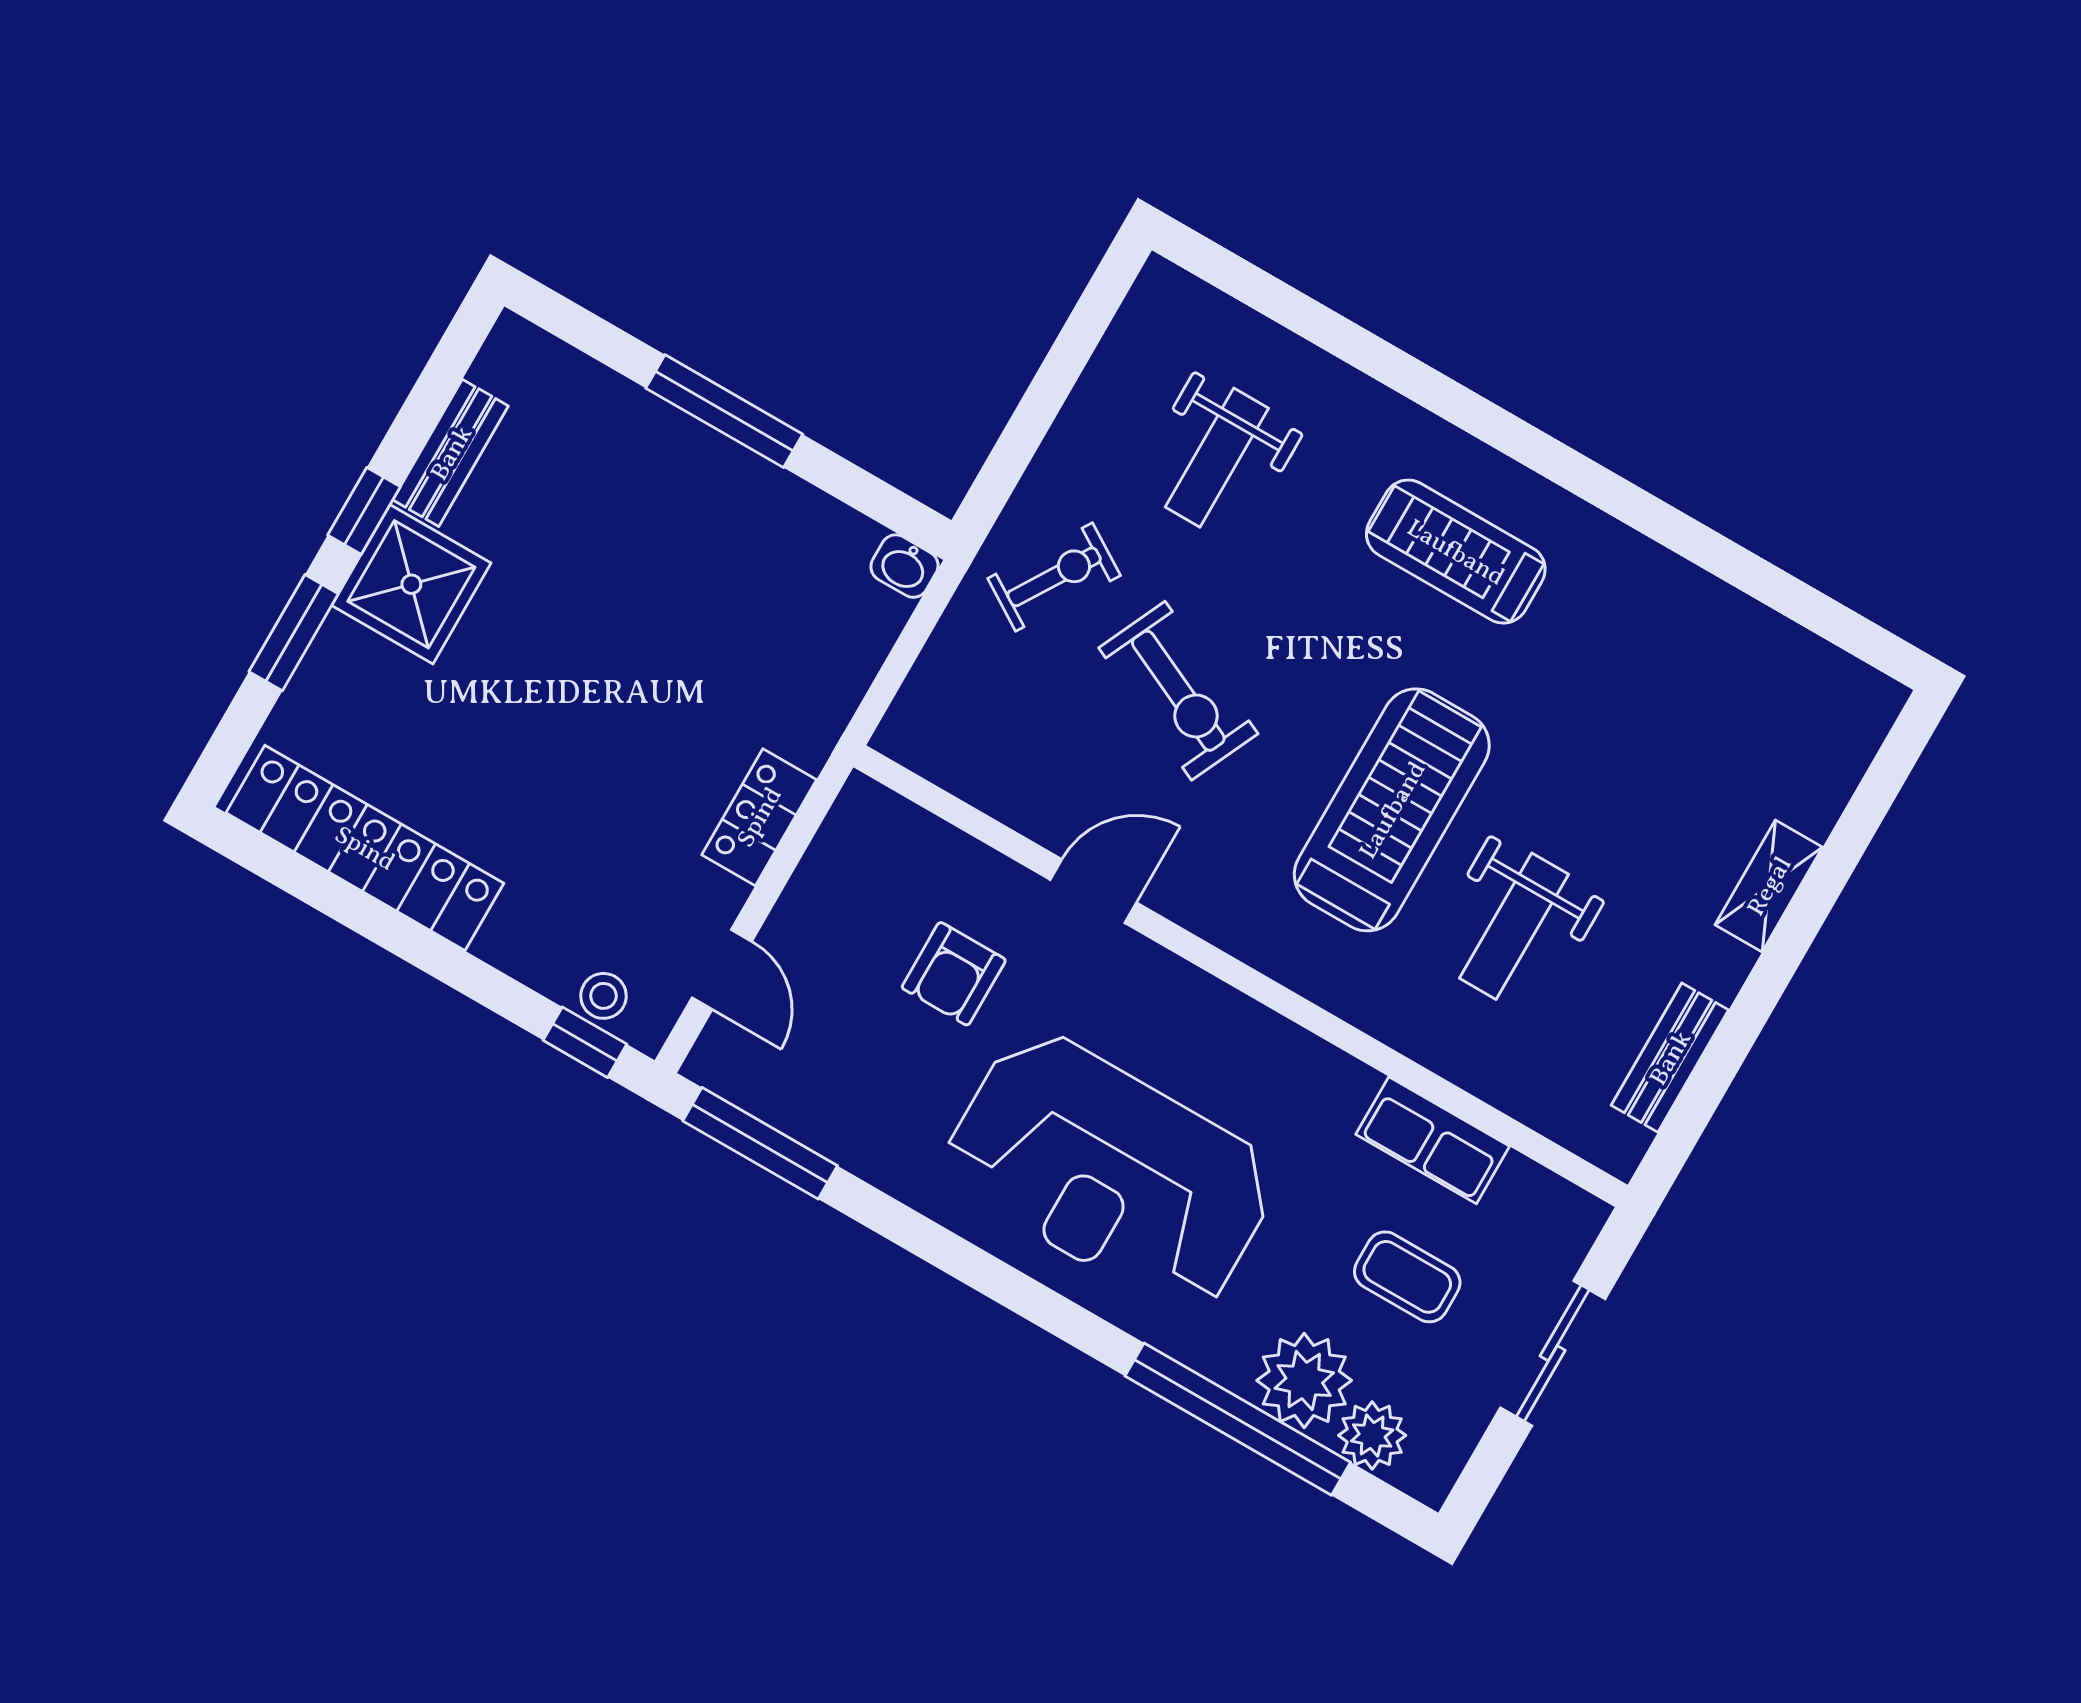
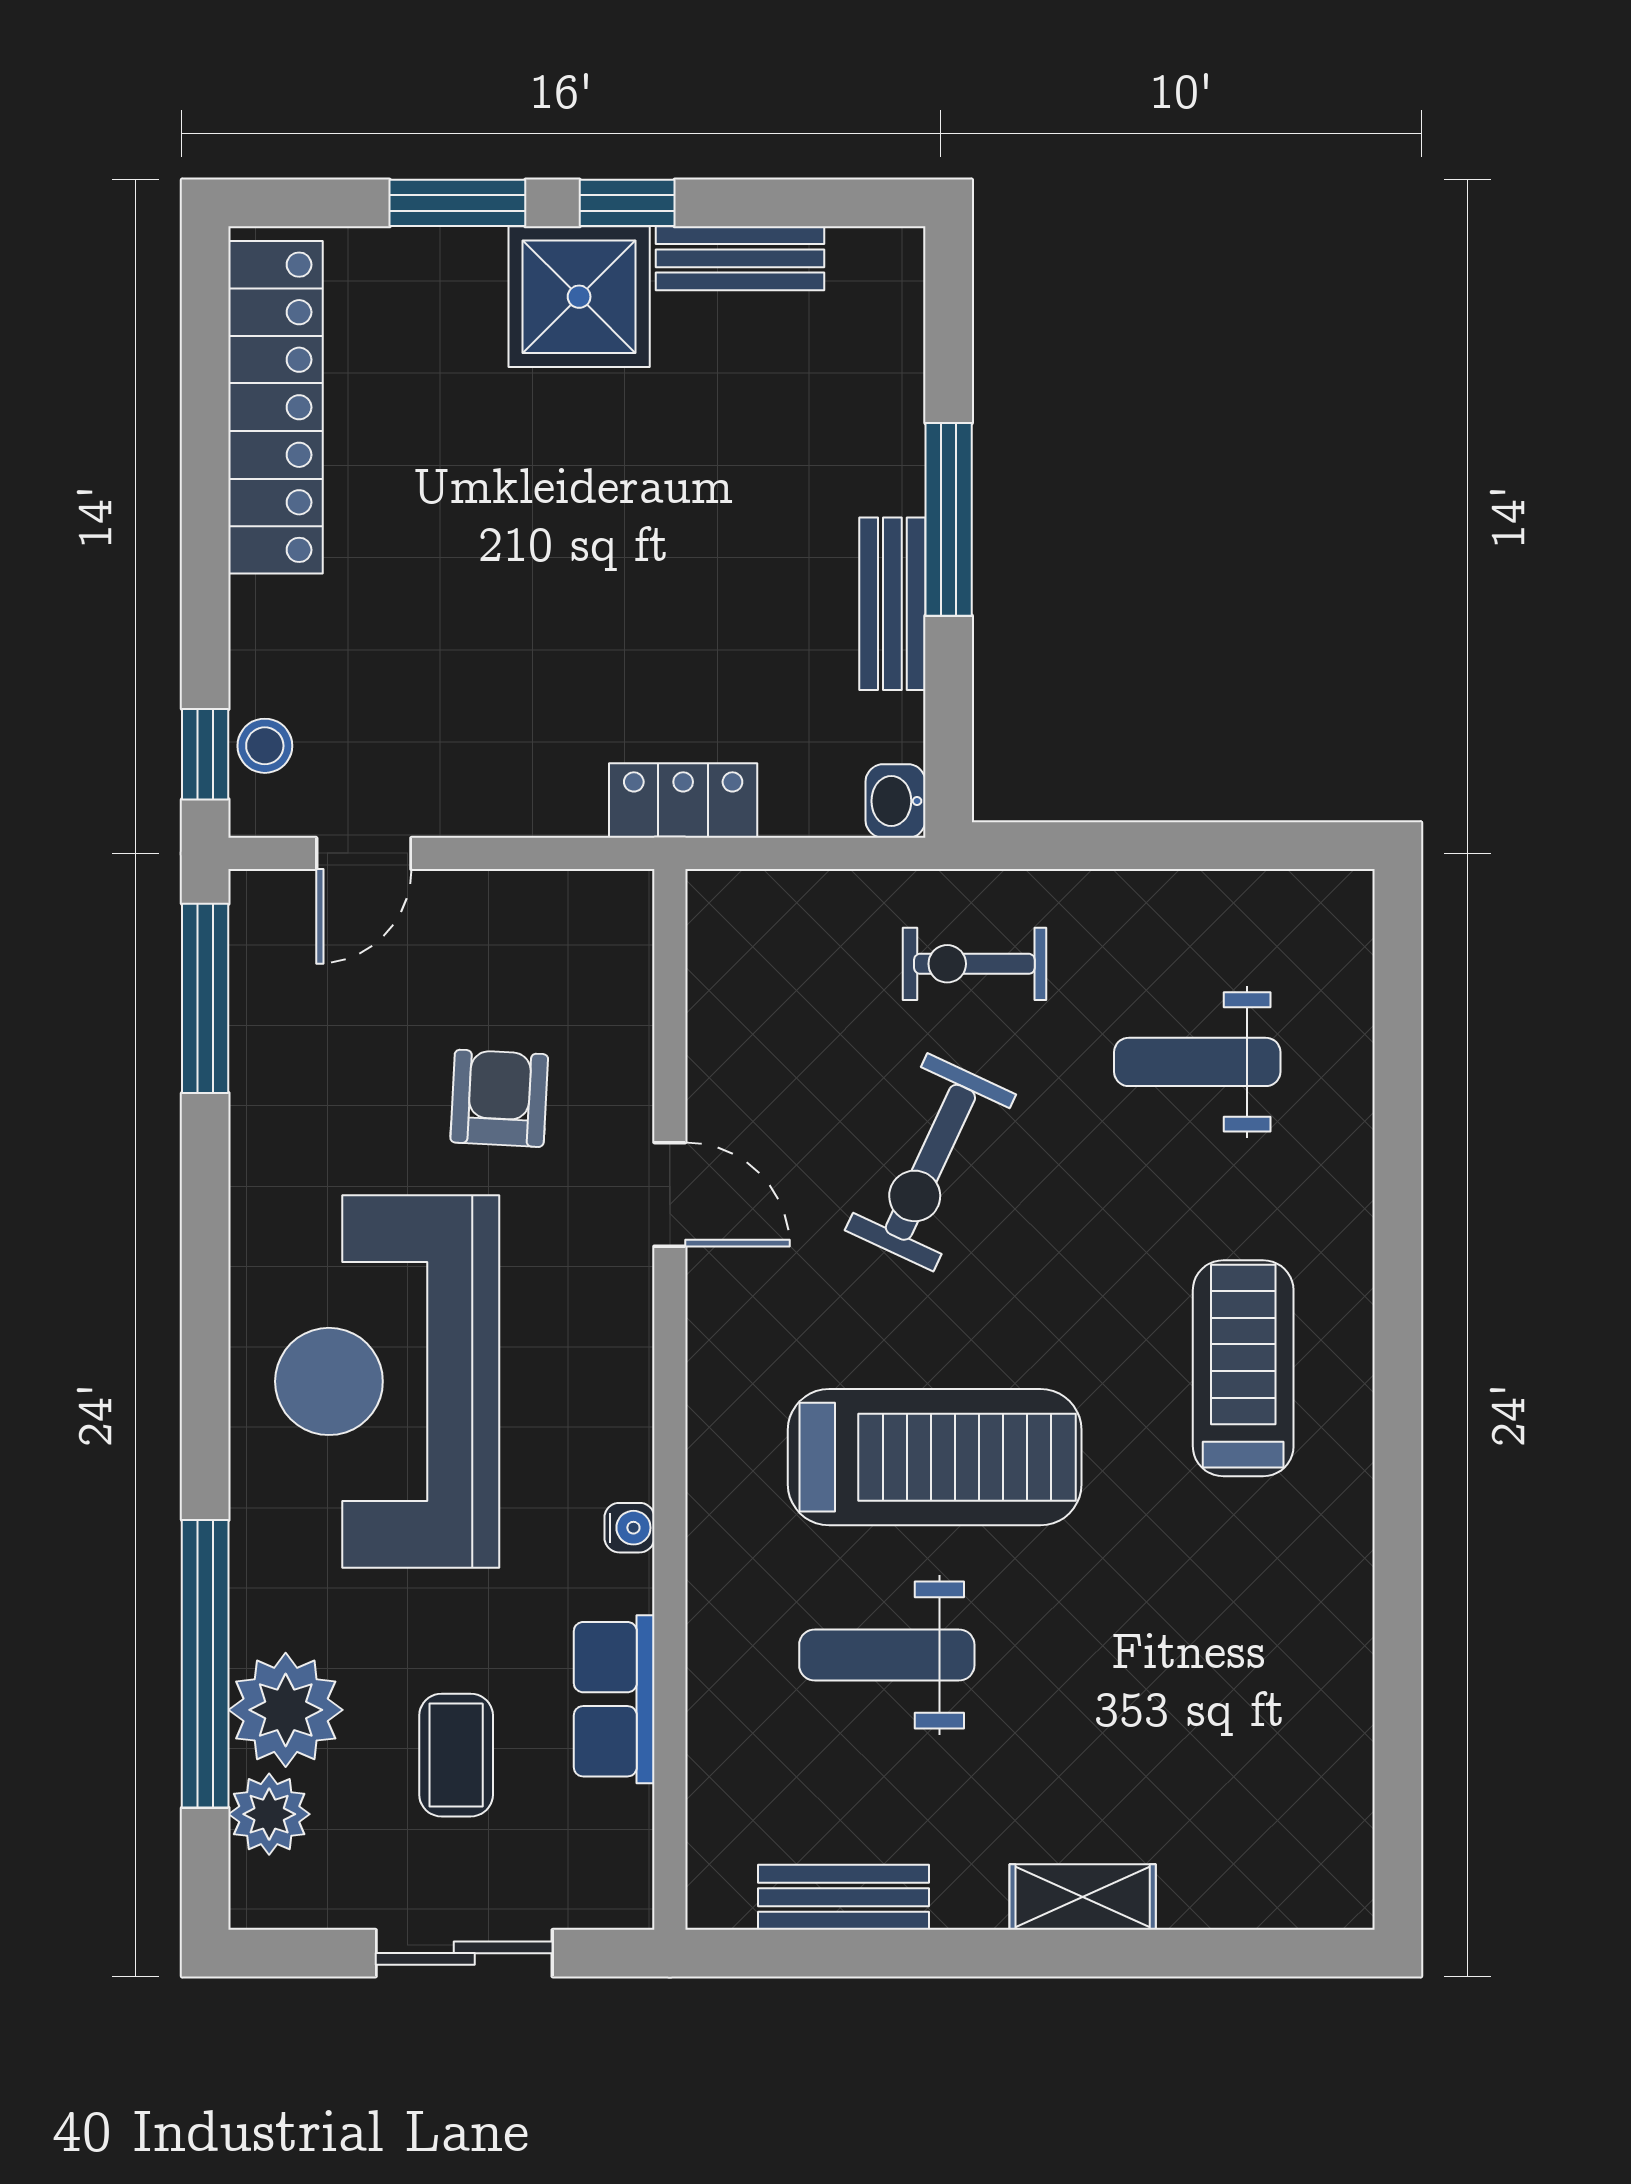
bench: (762, 487) -> (892, 604), added
exercise bike: (1054, 577) -> (974, 964), turned 148
locker: (759, 817) -> (683, 801), moved
armchair: (954, 974) -> (499, 1098), turned 93
water cooler: (1316, 1058) -> (629, 1528), added

